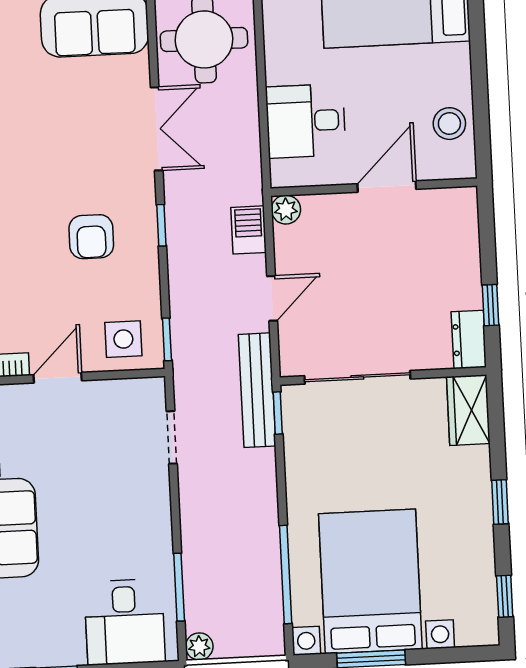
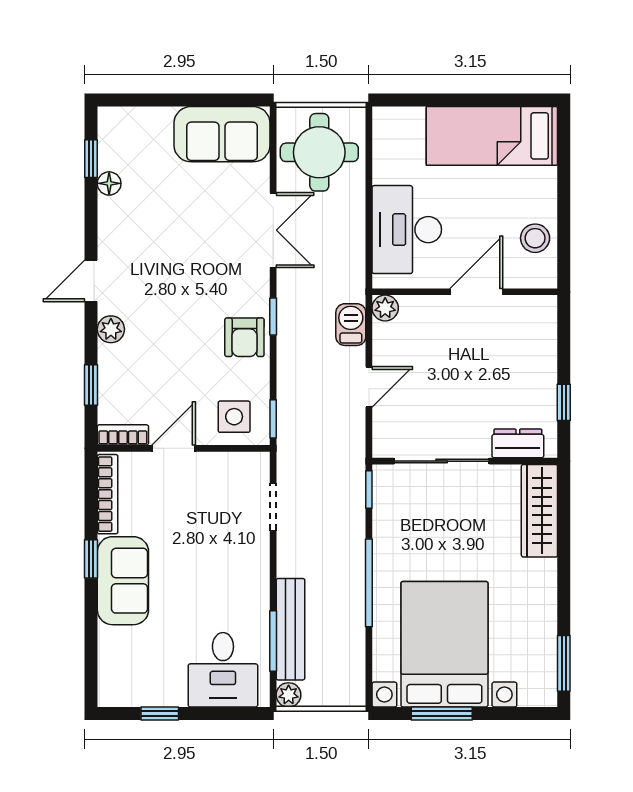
desk: (306, 121) -> (407, 230), width x1.37
armchair: (91, 237) -> (244, 337), moved
dresser: (469, 340) -> (518, 443), moved, turned 90
bench: (257, 390) -> (290, 629), moved
wardrobe: (468, 410) -> (539, 511), width x1.50
window: (500, 502) -> (564, 579), removed
window: (286, 574) -> (369, 583), moved
window: (505, 596) -> (564, 663), width x1.50

